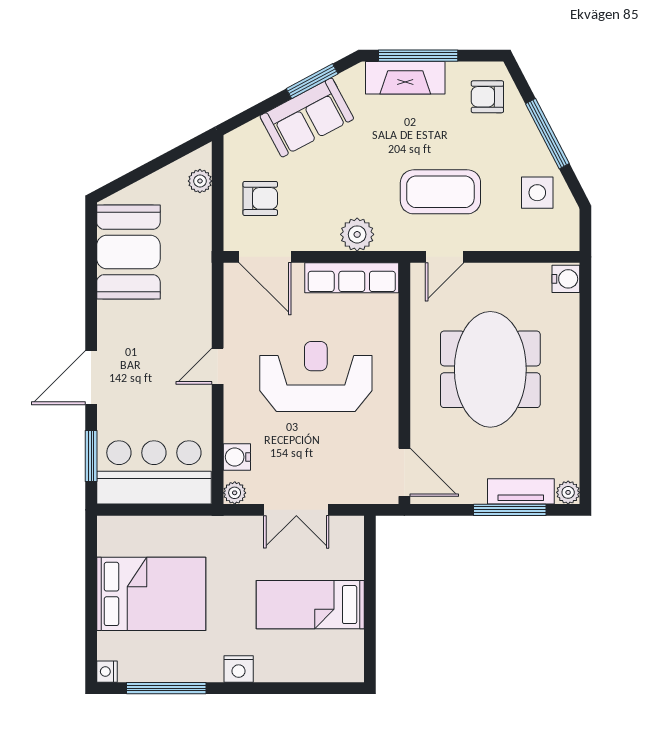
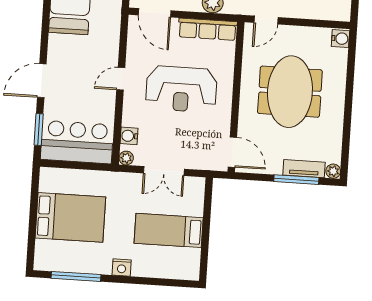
reception desk: (316, 377) -> (181, 89), turned 180
nightstand: (107, 672) -> (40, 264), removed

